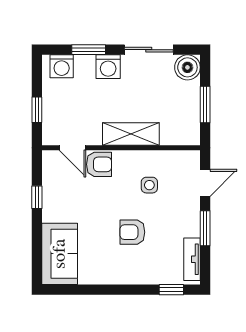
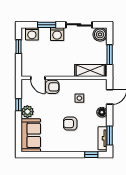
window: (37, 110) -> (19, 47), moved
shelving: (131, 134) -> (90, 70), moved
plant: (53, 210) -> (27, 112), added
floor lamp: (191, 211) -> (102, 112), added
window: (205, 228) -> (110, 135), moved

